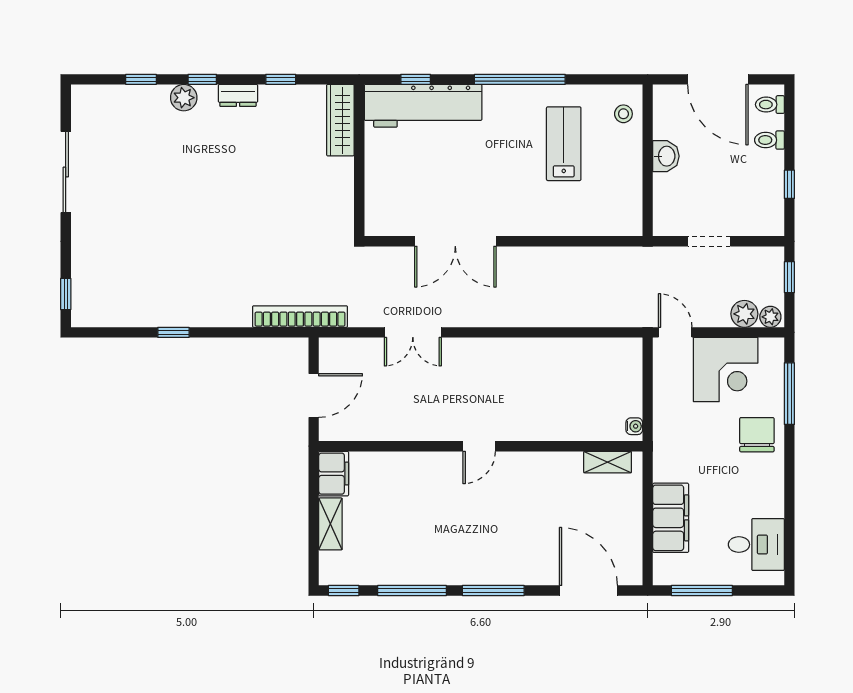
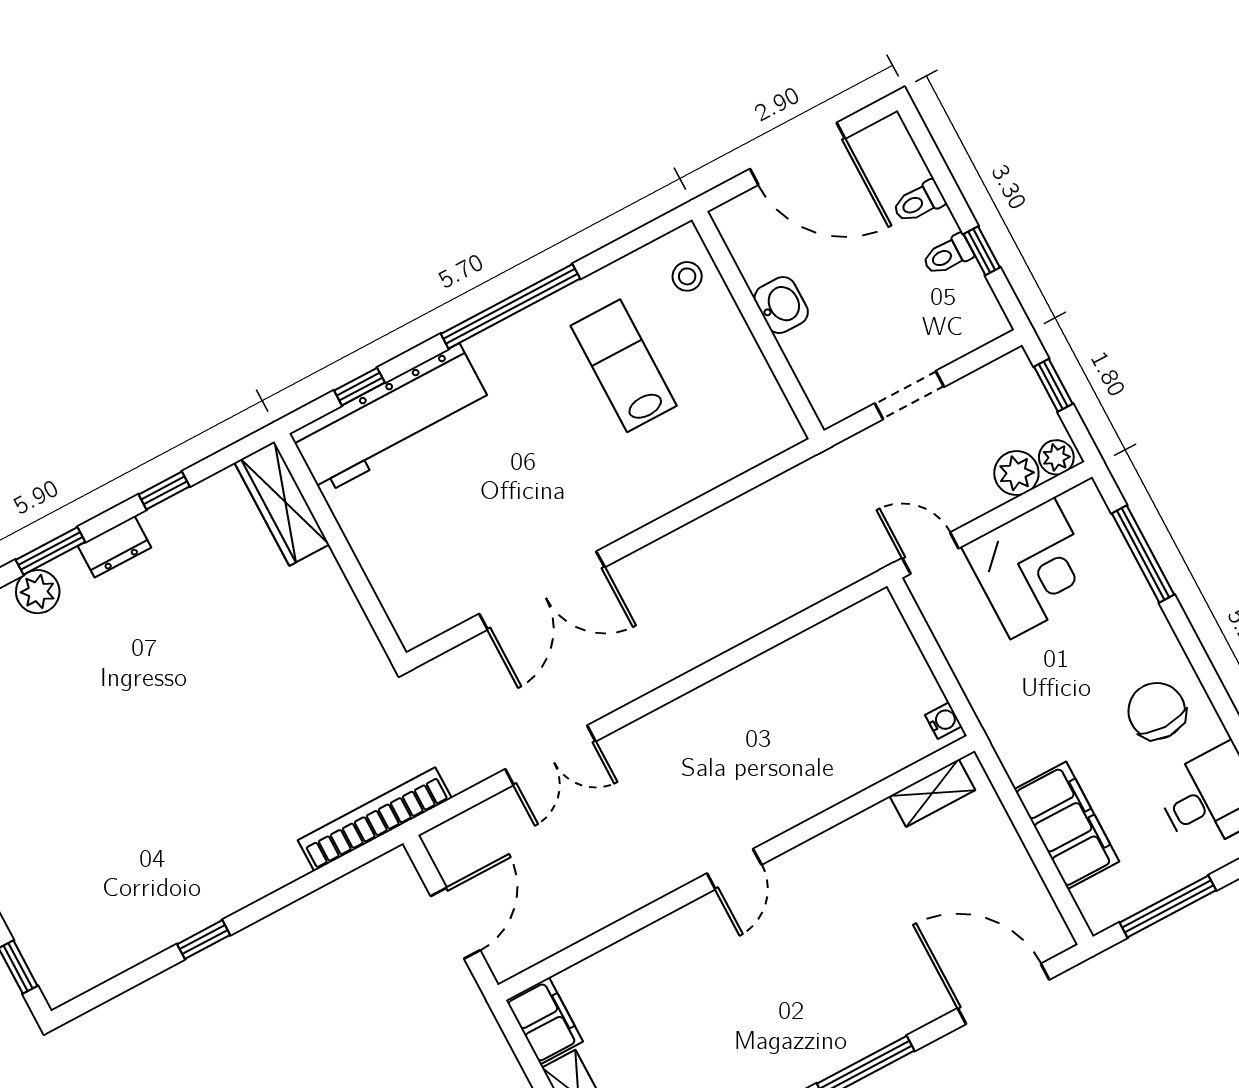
window: (202, 79) -> (50, 551), width x1.50
toilet: (770, 105) -> (948, 255), moved
chair: (757, 435) -> (1157, 711), moved

